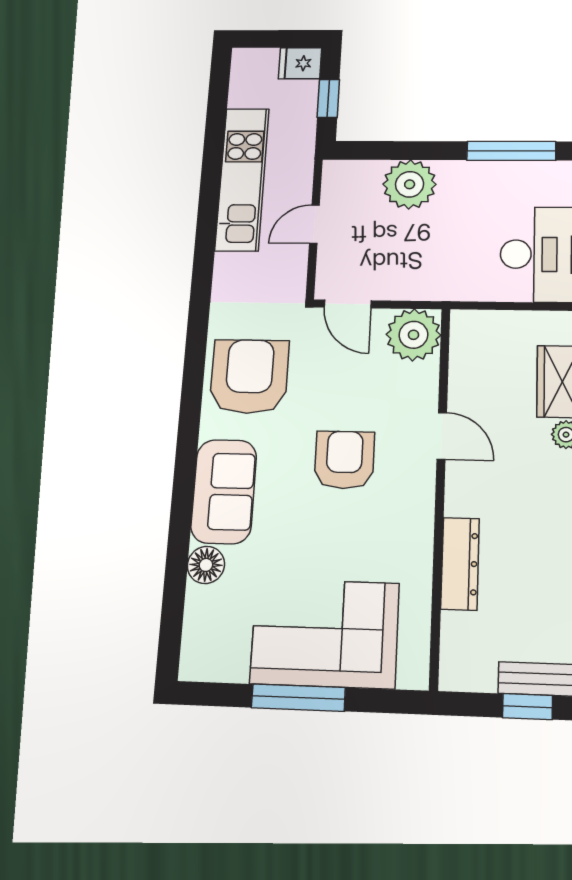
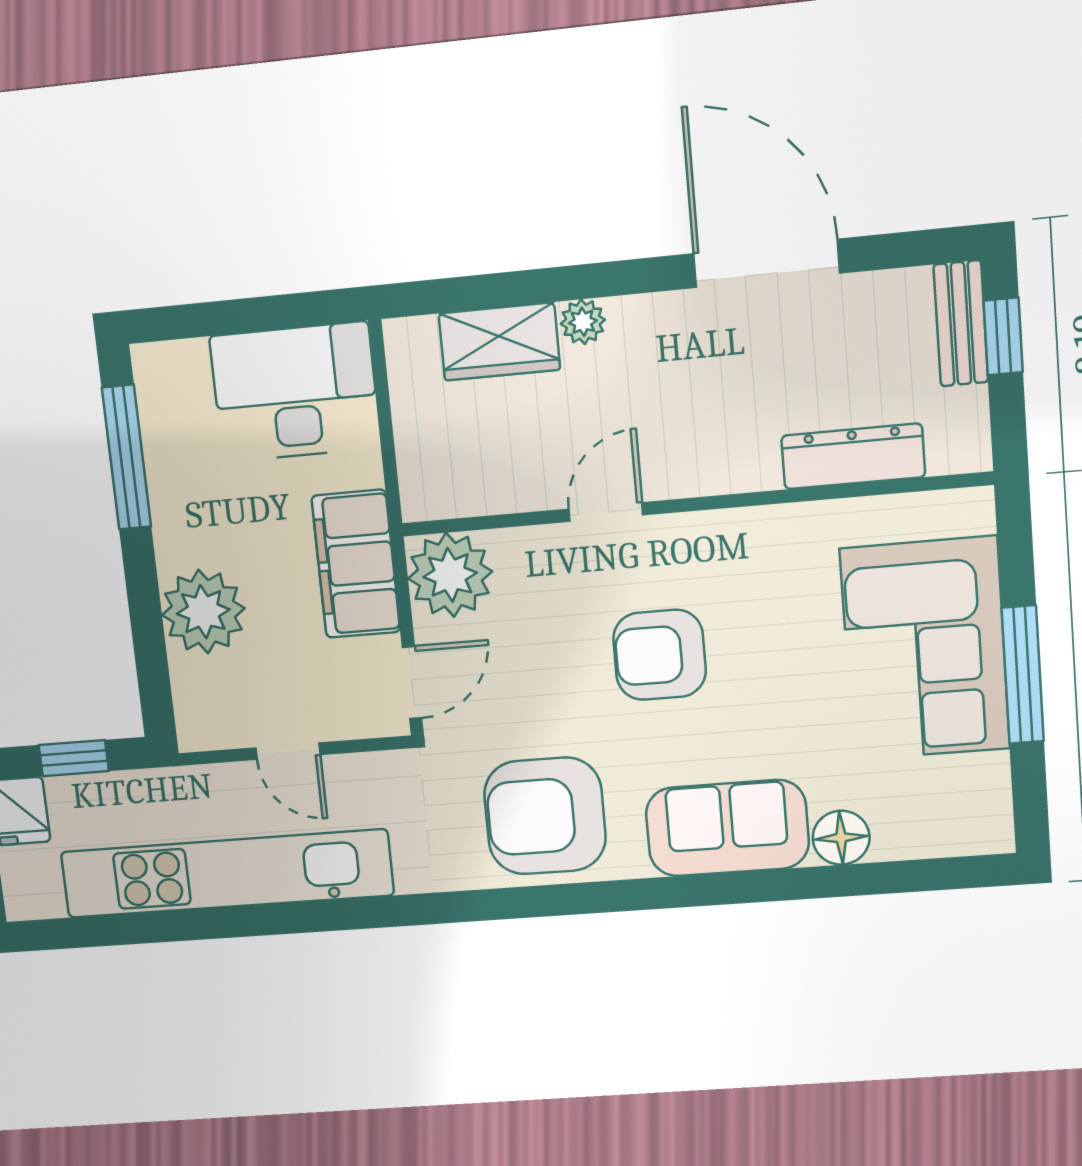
kitchen unit: (242, 179) -> (227, 874), width x1.36
filing cabinet: (428, 278) -> (356, 564), added
dresser: (460, 564) -> (853, 456), moved

